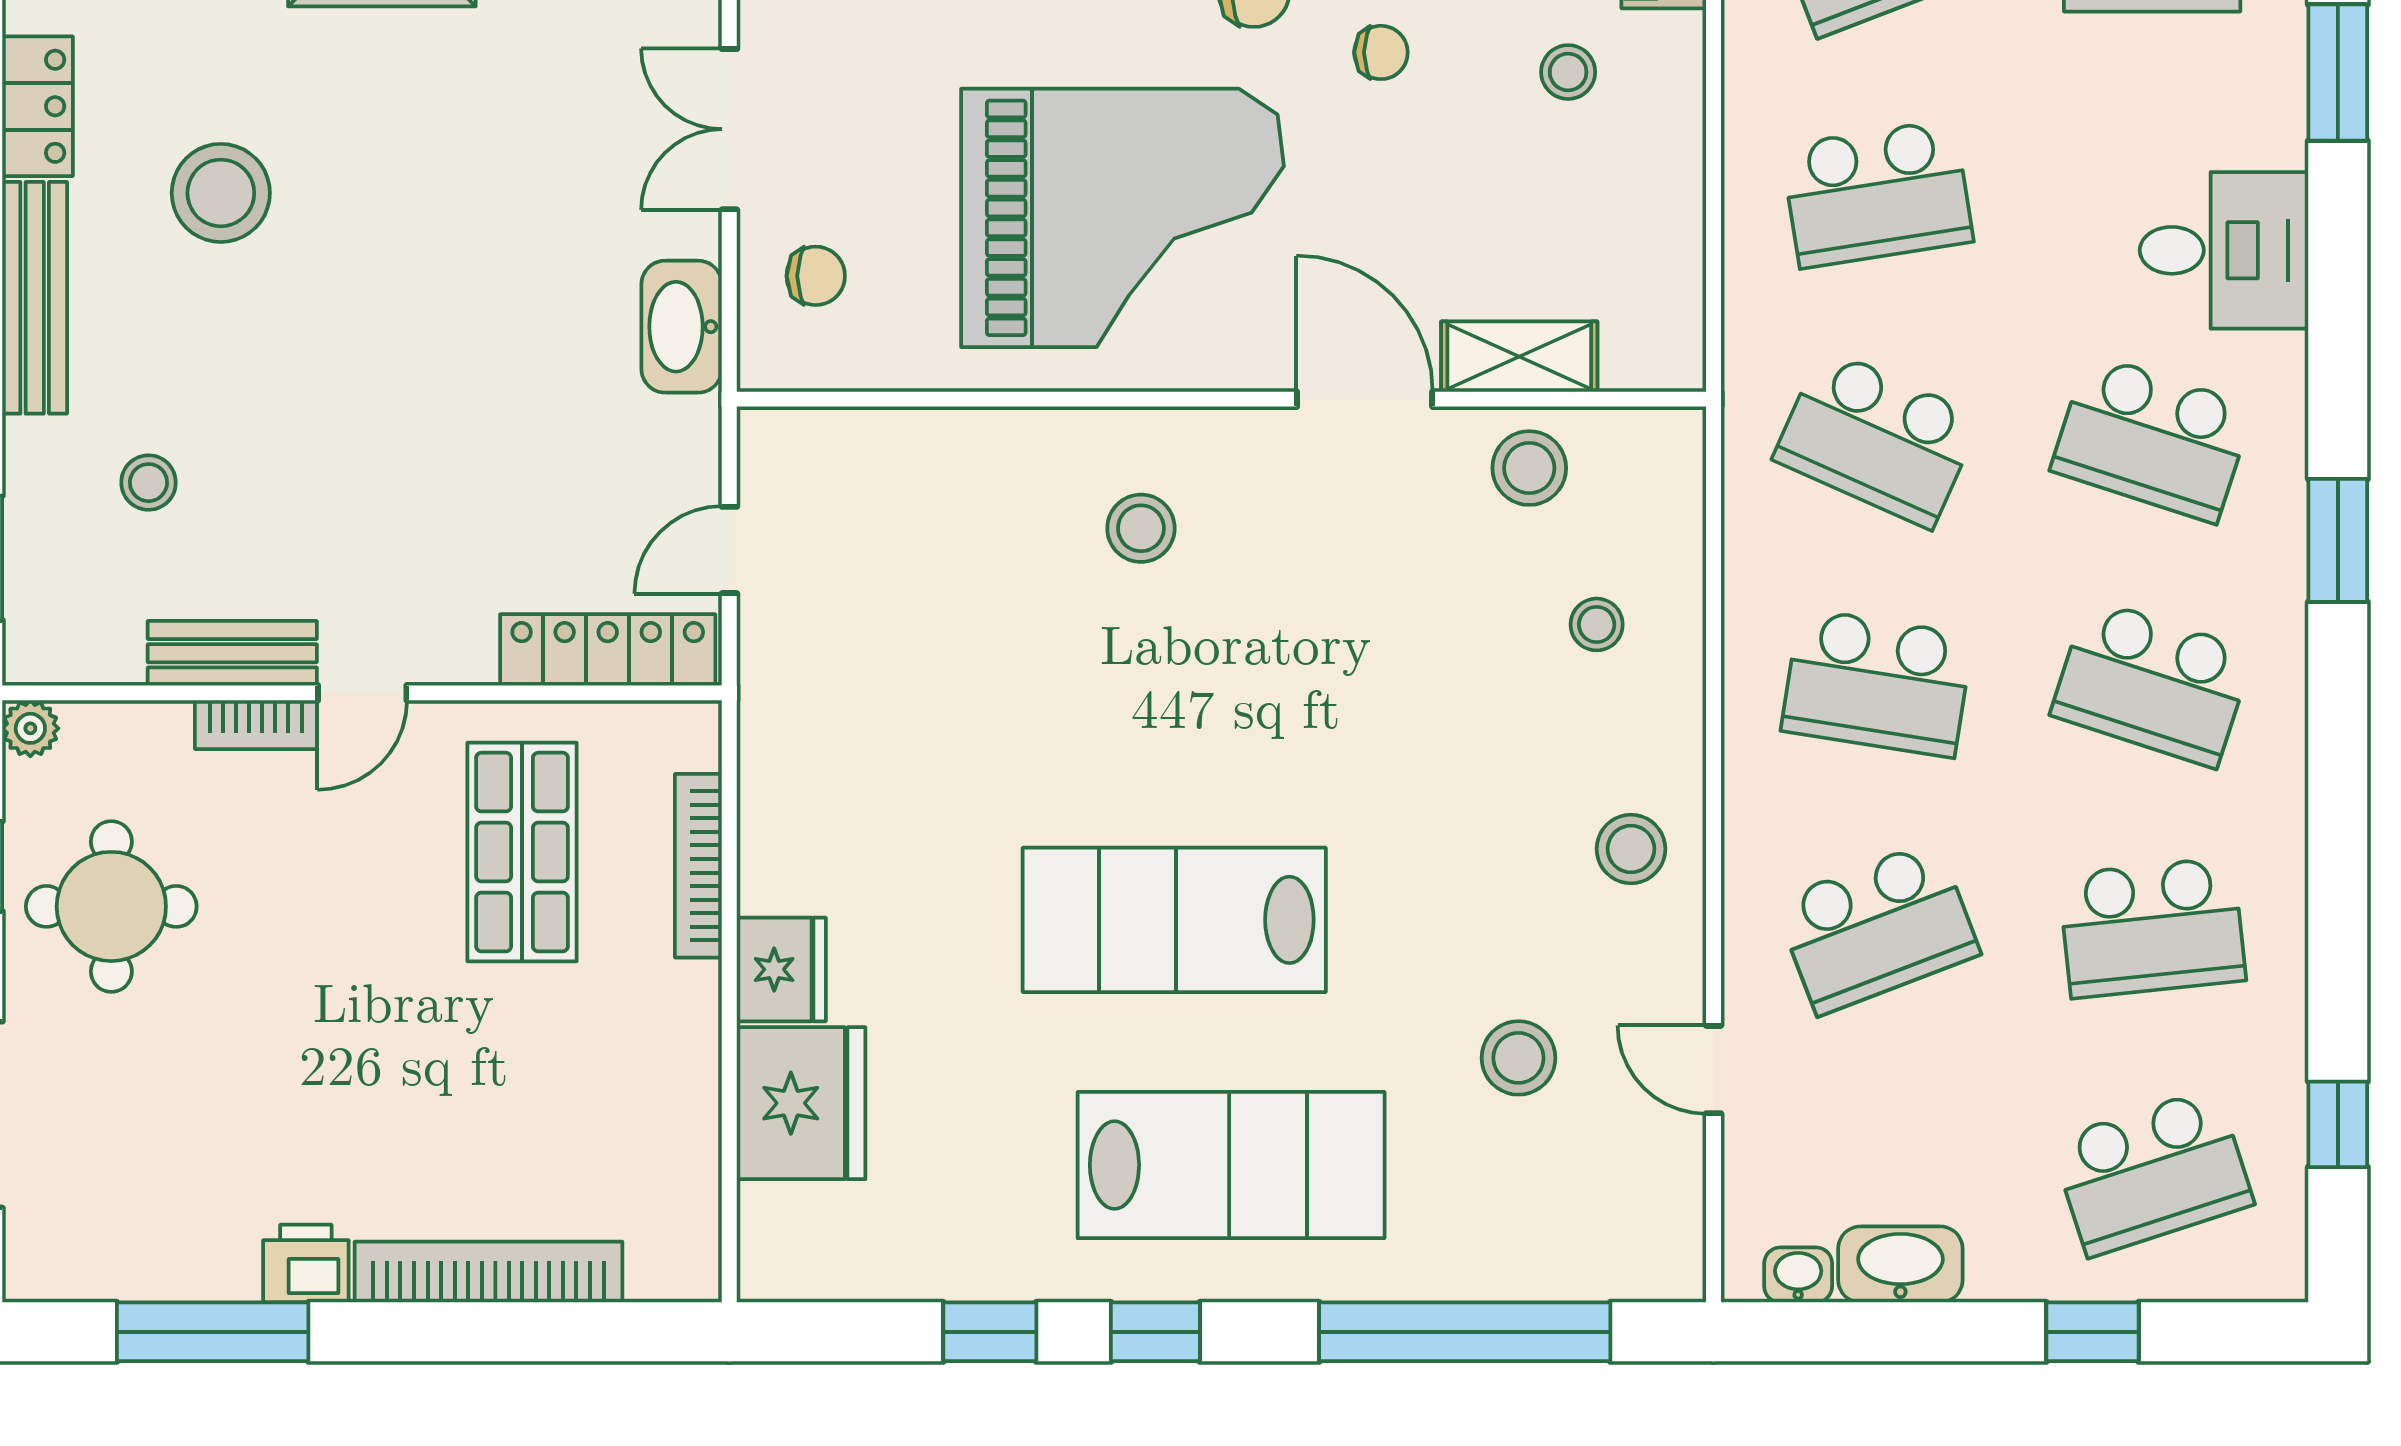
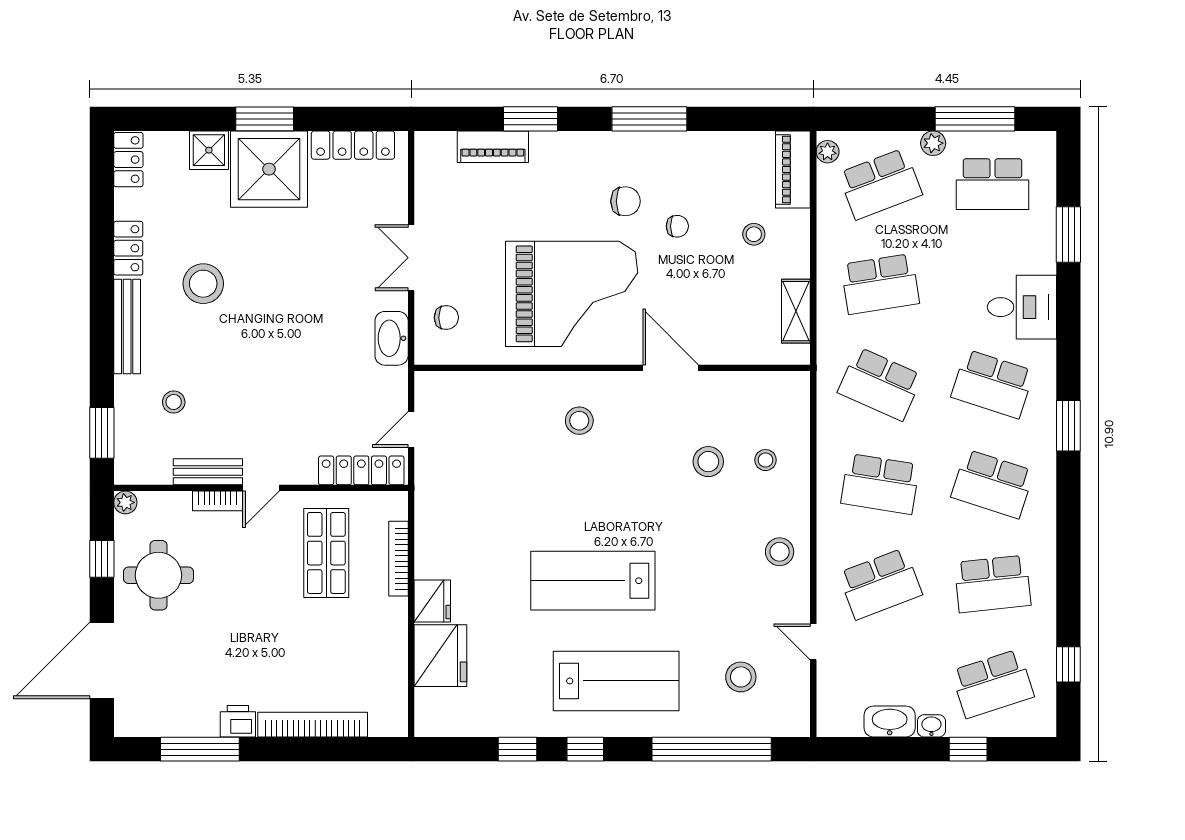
shelving: (1519, 357) -> (796, 311), moved, turned 90
stool: (1529, 468) -> (708, 462), moved
stool: (1518, 1058) -> (741, 677), moved
washbasin: (1798, 1275) -> (931, 726), moved

